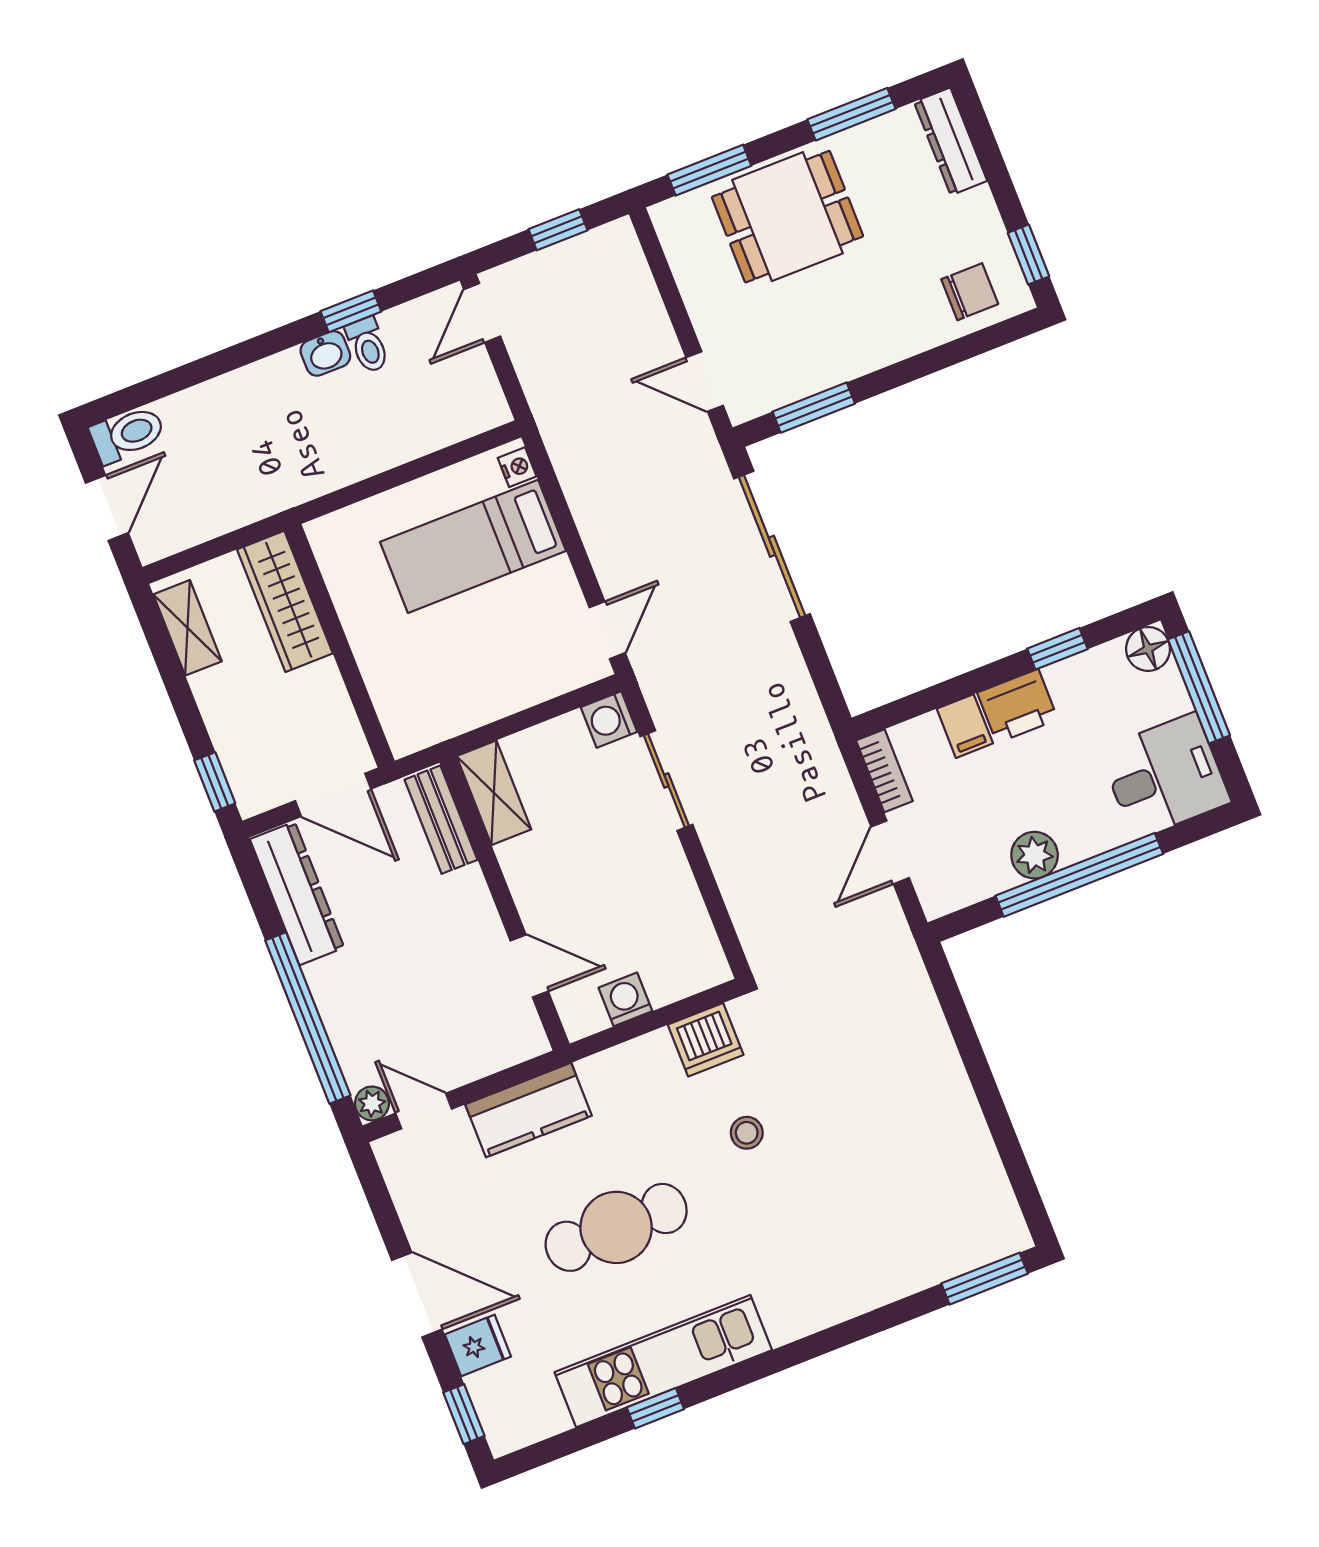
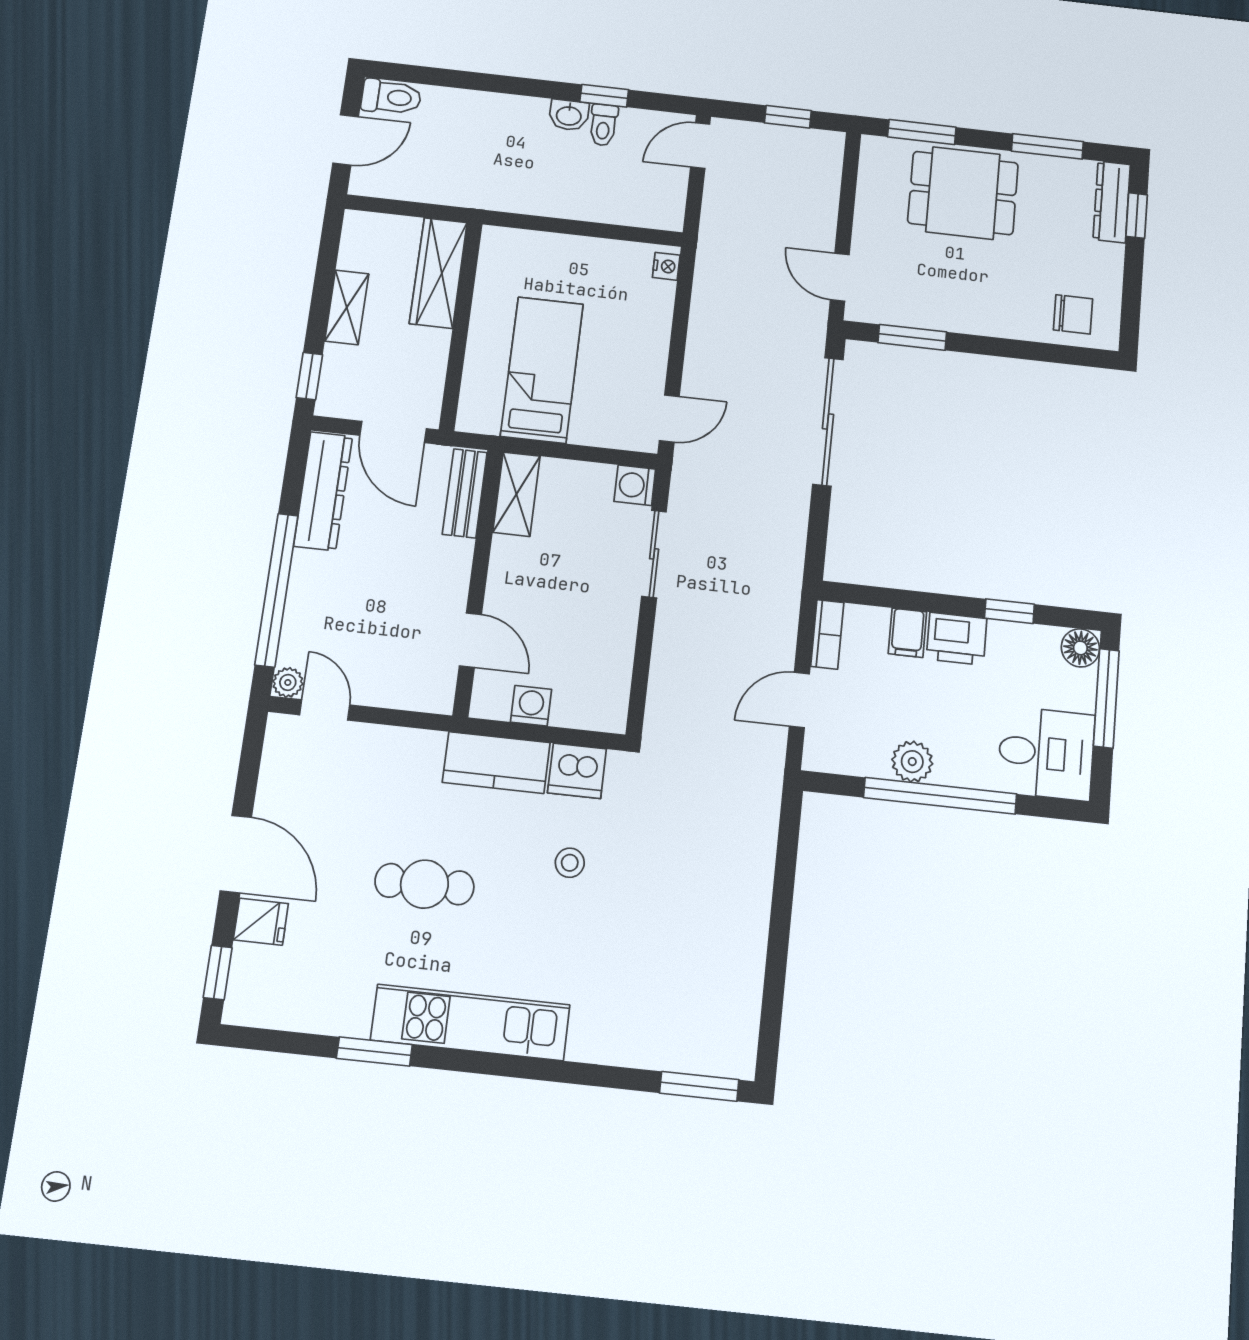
window: (1029, 255) -> (1137, 216), moved
bed: (473, 546) -> (542, 370), moved, turned 90
shelving: (188, 628) -> (347, 307), moved
kitchen counter: (529, 1110) -> (496, 763), moved
cafe table: (616, 1227) -> (424, 884), width x0.73, depth x0.74
kitchen unit: (663, 1361) -> (470, 1022), moved
window: (655, 1408) -> (374, 1051), width x1.50

